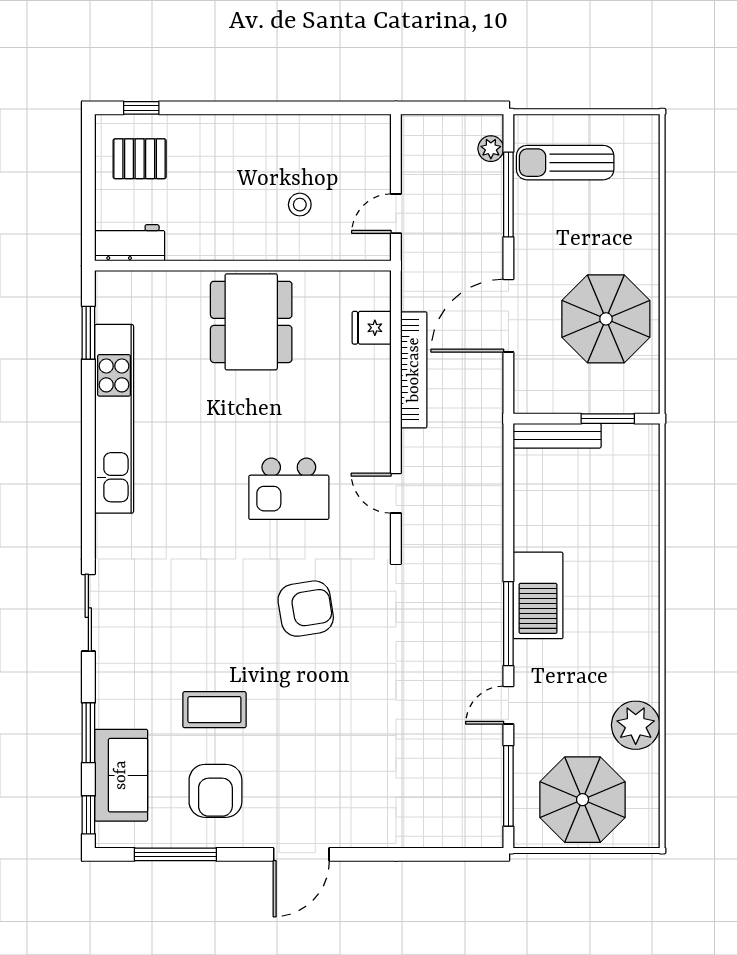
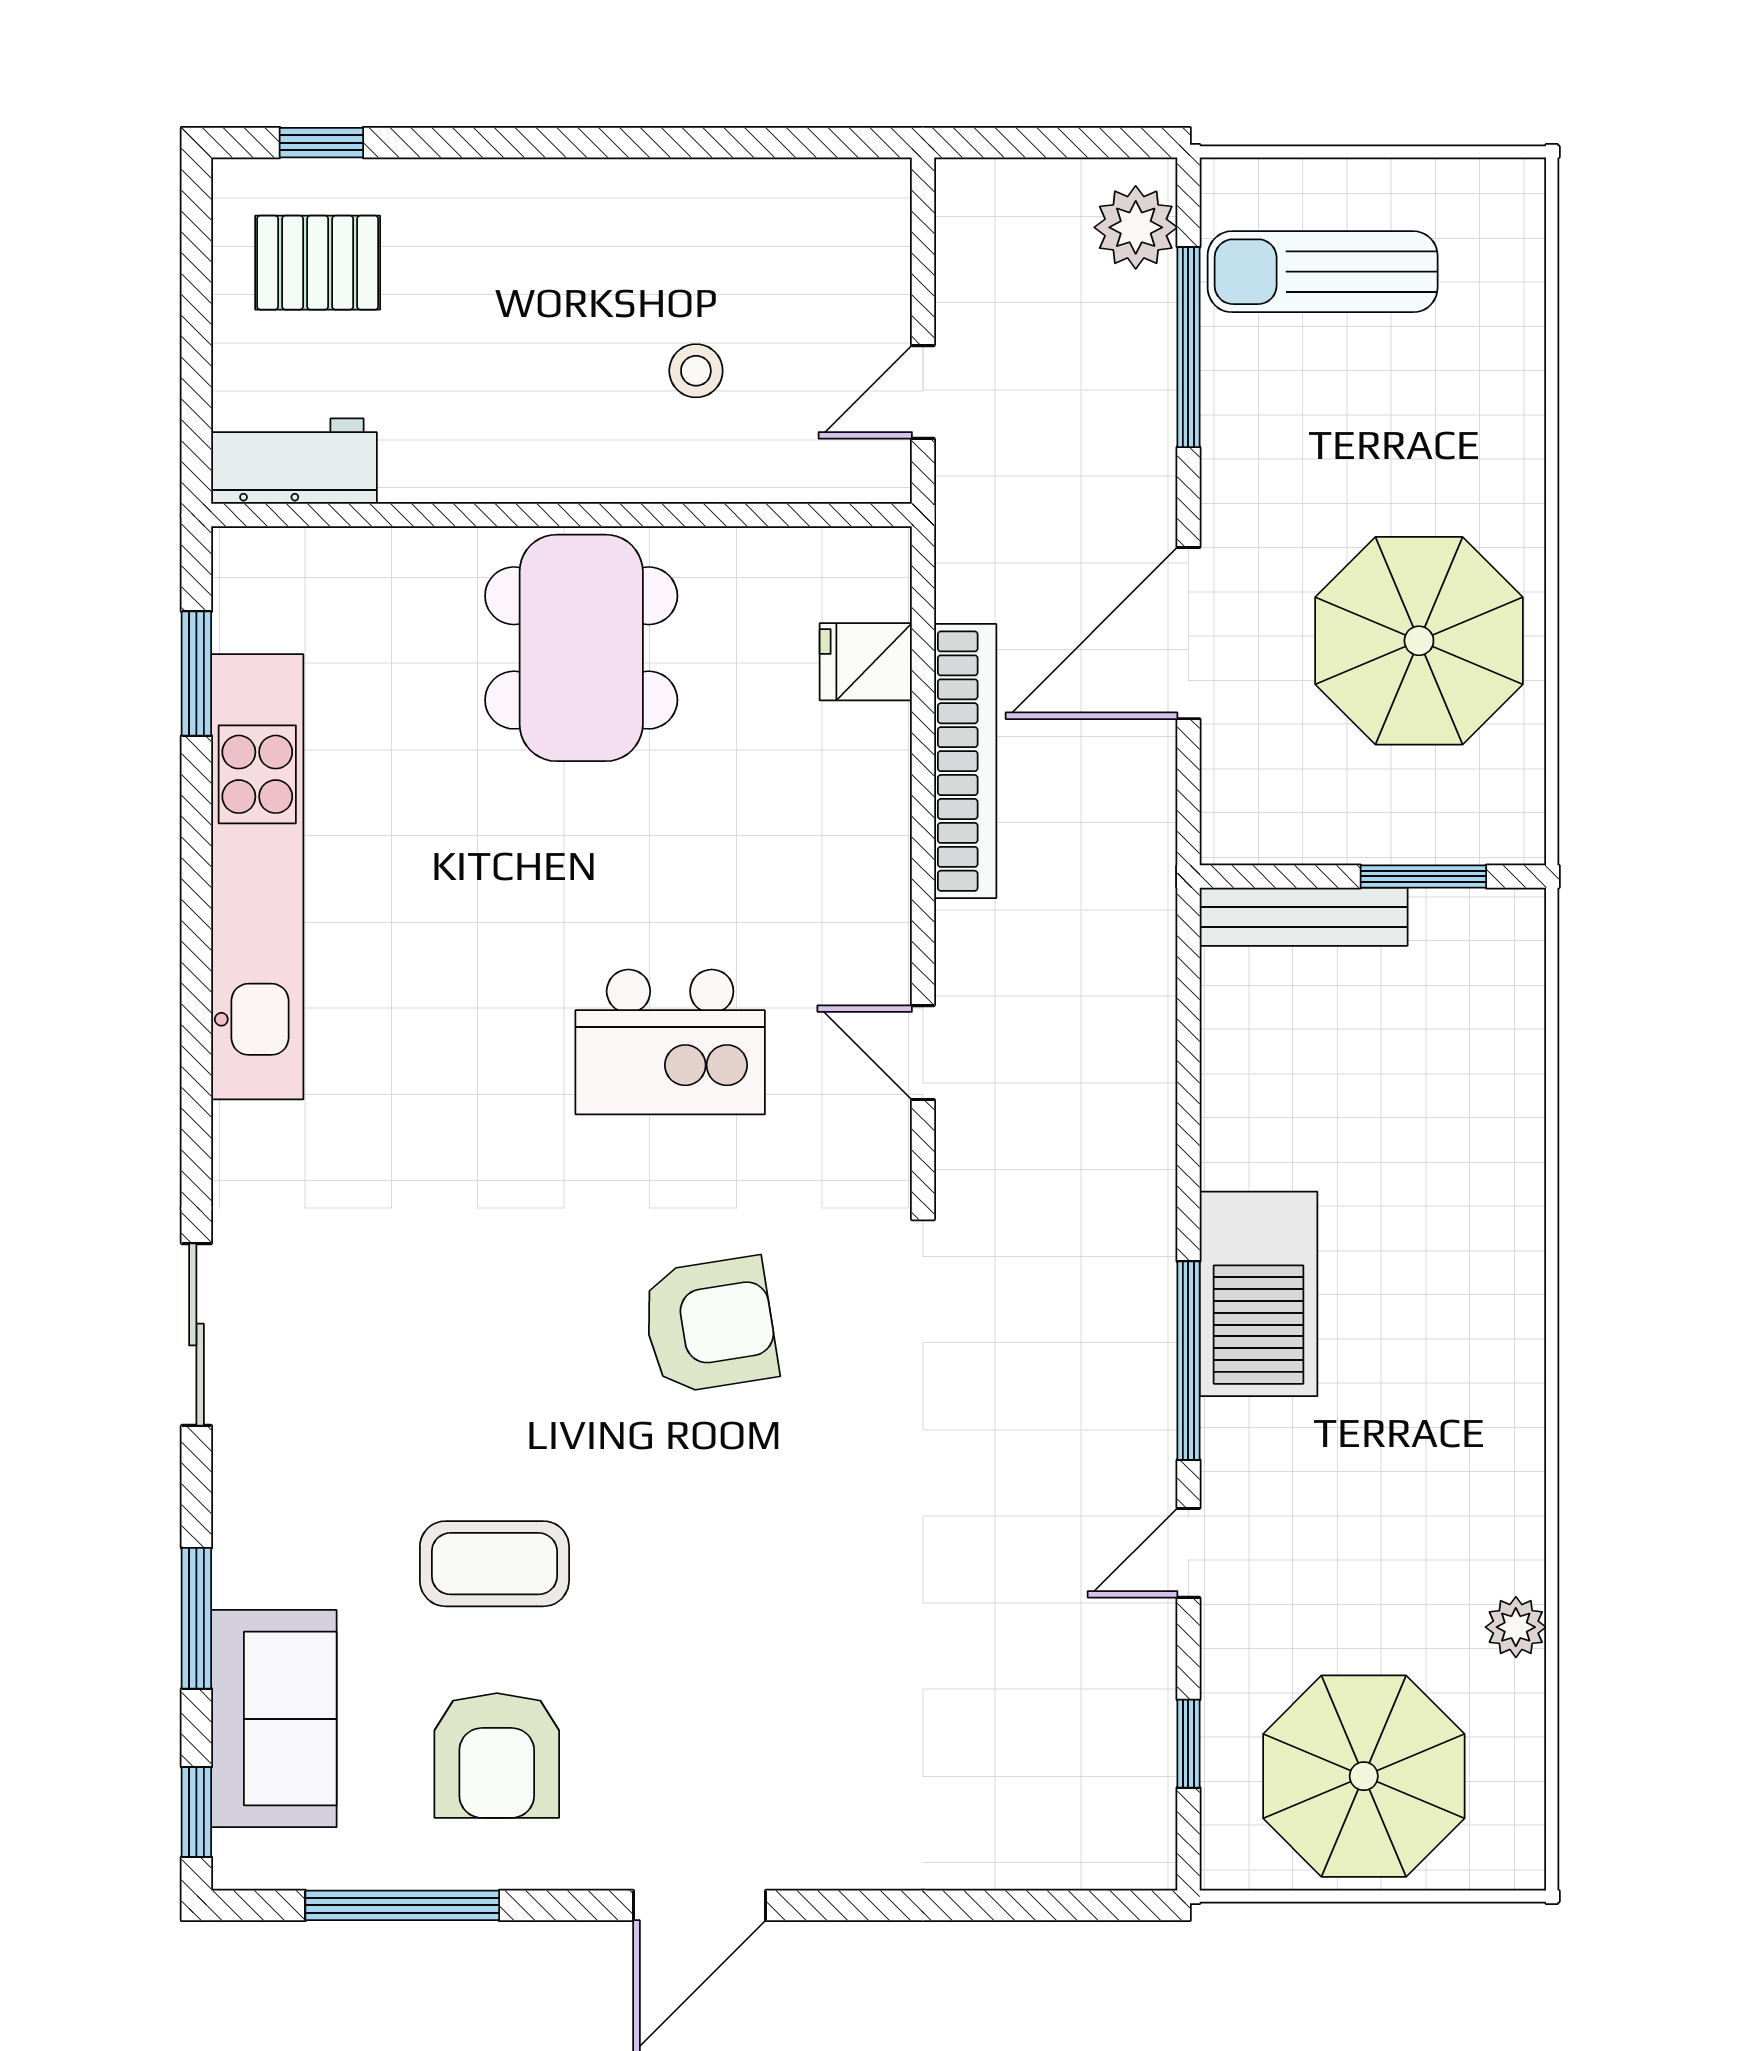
plant: (491, 149) -> (1136, 227), width x1.38, depth x1.38
plant: (636, 725) -> (1516, 1627), width x0.53, depth x0.53
window: (508, 786) -> (1188, 1744), width x0.46

